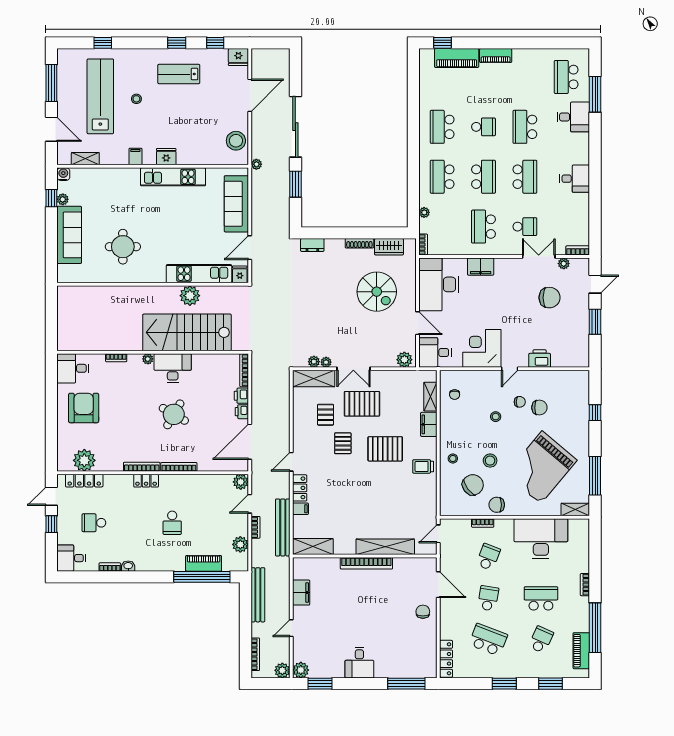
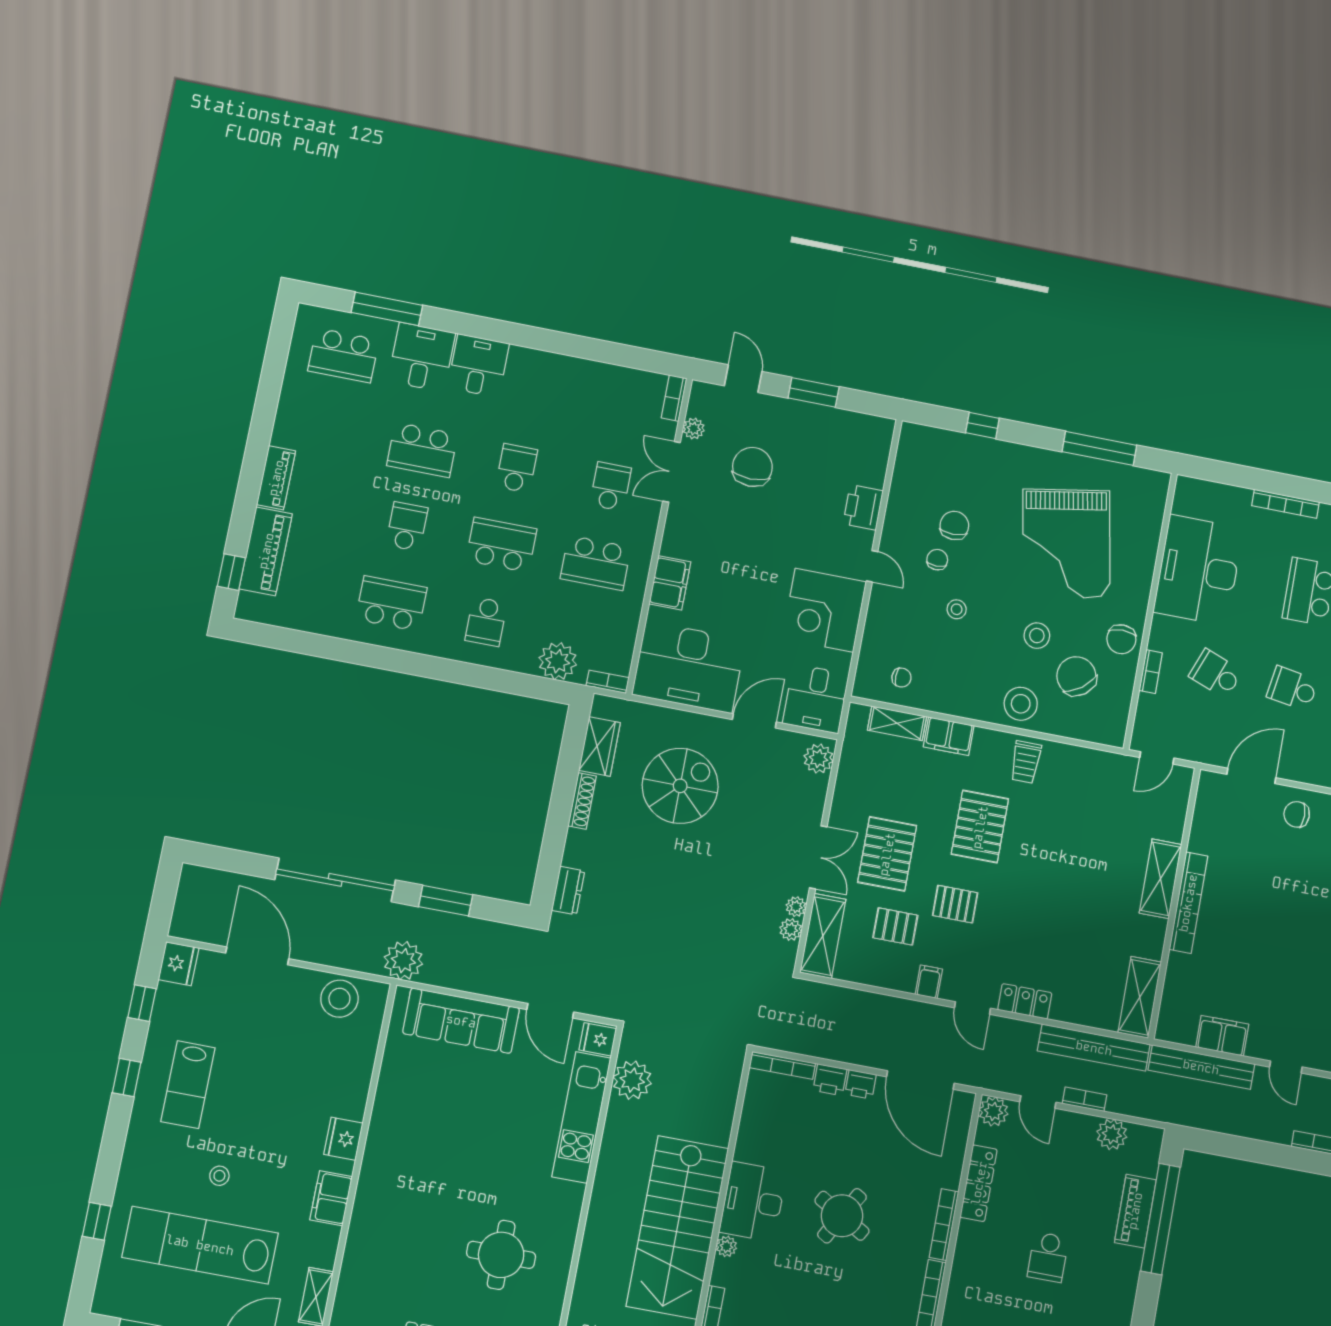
school desk: (442, 127) -> (391, 603), turned 180
filing cabinet: (135, 156) -> (331, 1198), width x2.00
plant: (256, 164) -> (403, 961), width x1.88, depth x1.88
kitchen unit: (173, 177) -> (385, 1133), removed
school desk: (442, 177) -> (486, 622), width x0.54
school desk: (525, 177) -> (516, 468), width x0.54
desk: (575, 179) -> (478, 366), moved
plant: (424, 212) -> (558, 661), width x1.88, depth x1.88
plant: (190, 296) -> (632, 1080), moved
stairs: (187, 332) -> (677, 1227), moved
stool: (453, 459) -> (1021, 704), width x1.89, depth x1.89
grand piano: (541, 467) -> (1066, 544), turned 40
locker: (146, 481) -> (979, 1183), moved, width x1.53
filing cabinet: (300, 509) -> (929, 982), moved
shelving: (575, 509) -> (1155, 497), removed
school desk: (172, 523) -> (1048, 1257), turned 90
door: (438, 534) -> (1157, 758), hinge flipped
shelving: (385, 547) -> (1160, 879), width x0.68
bookcase: (585, 585) -> (1286, 504), width x1.56
bench: (258, 595) -> (1201, 1067), moved

